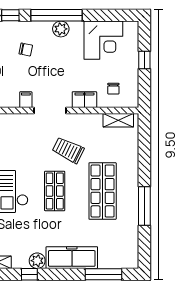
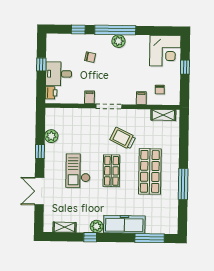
corner desk: (103, 40) -> (165, 51), moved
filing cabinet: (84, 100) -> (141, 98), width x0.50

